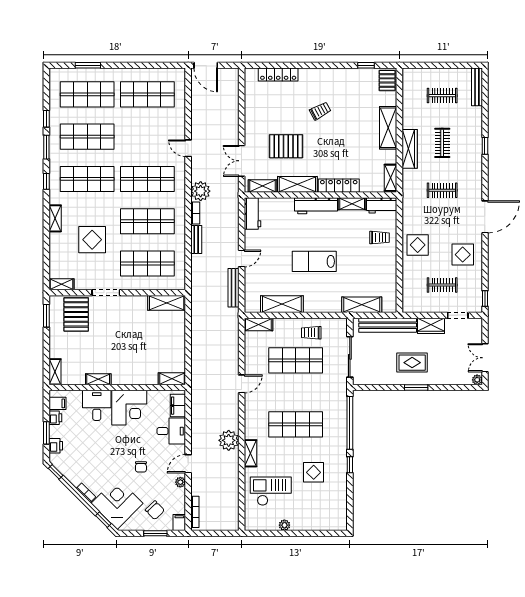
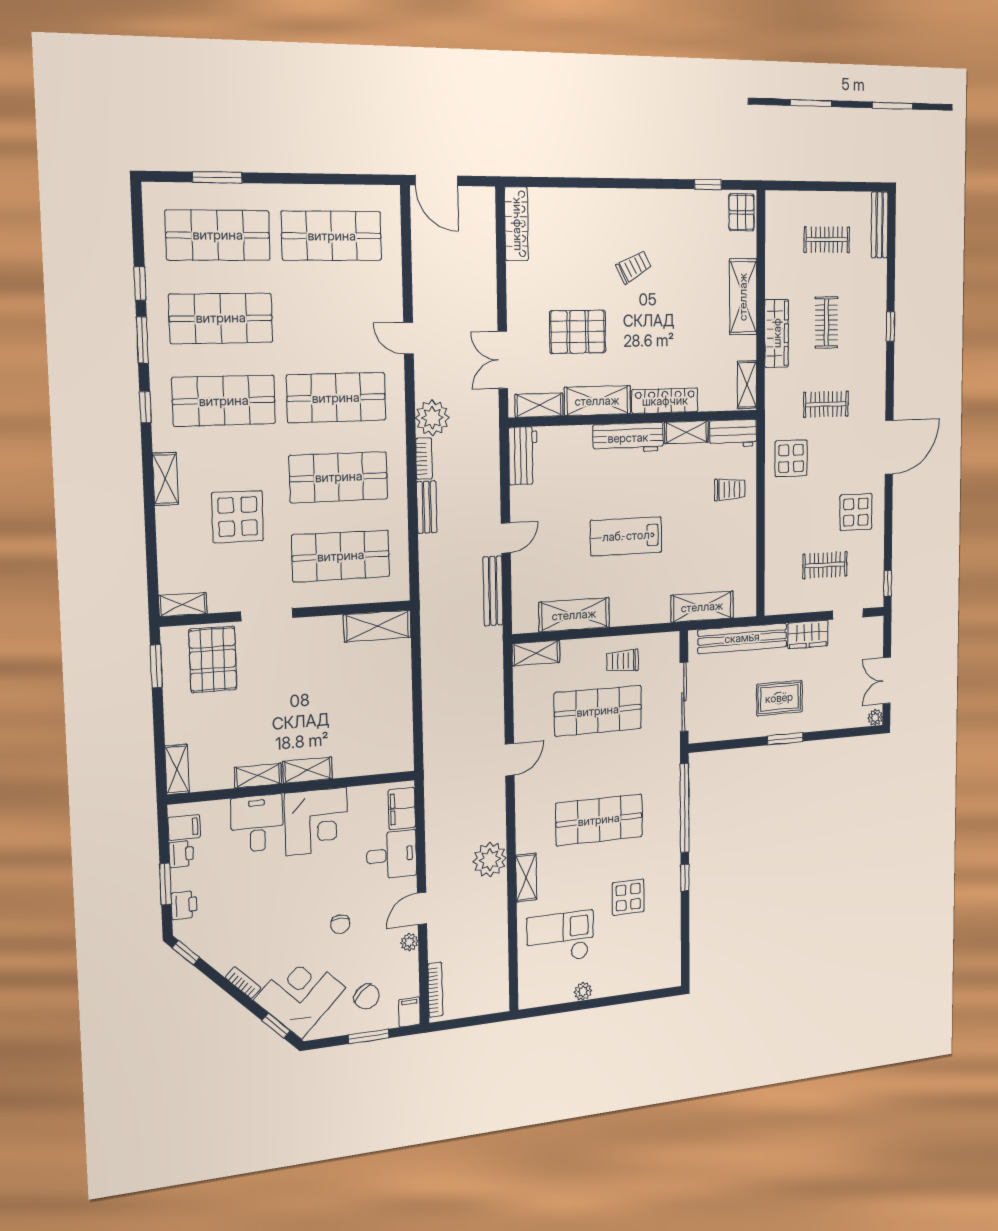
locker: (278, 75) -> (516, 224), moved, turned -90
display table: (418, 245) -> (791, 458), moved
shelving: (172, 379) -> (308, 770), moved

